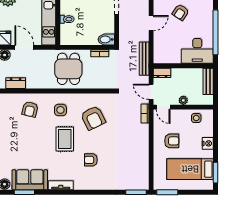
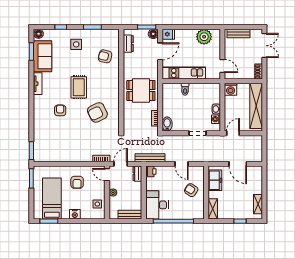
printer: (160, 58) -> (151, 171), added
door: (163, 107) -> (107, 175), hinge flipped
side table: (60, 110) -> (76, 44), moved
rug: (65, 139) -> (79, 87), turned 90

